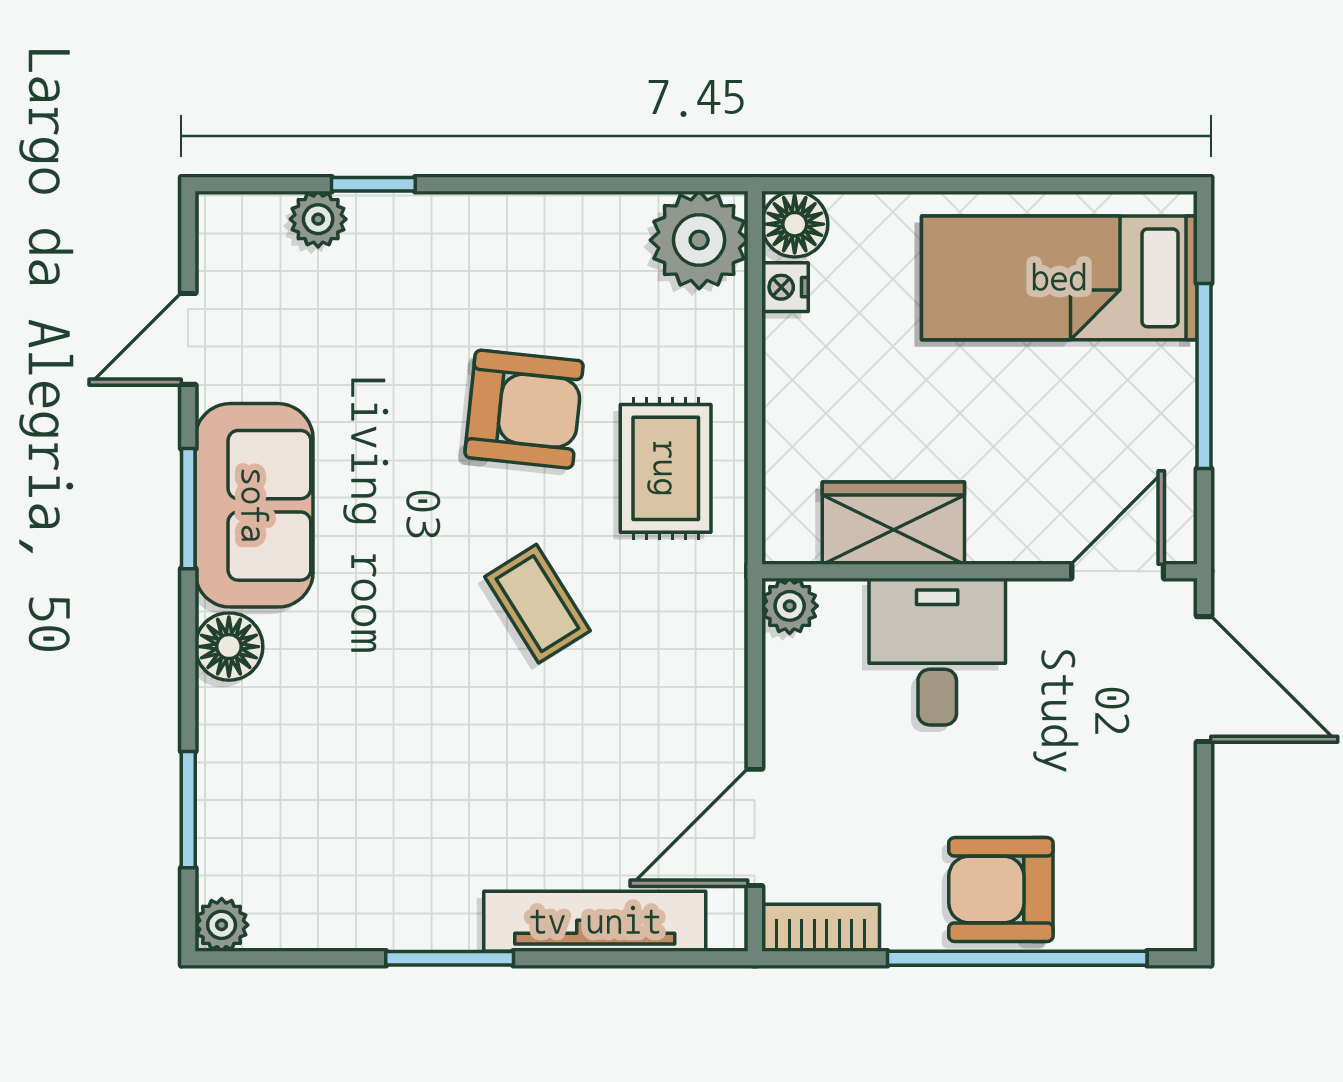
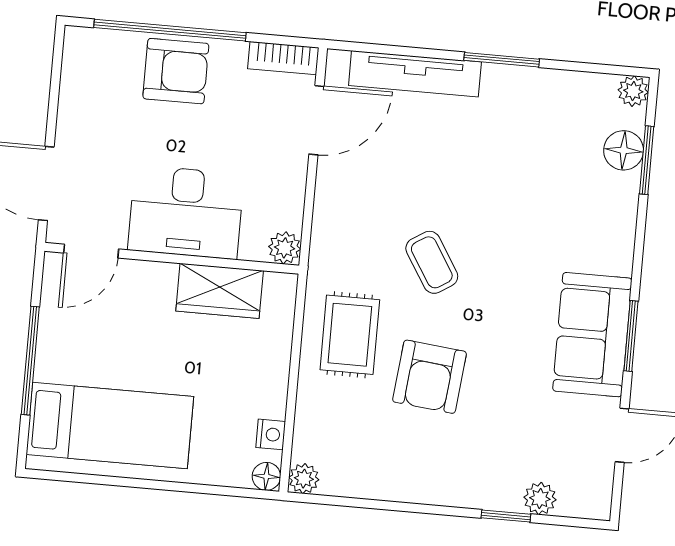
floor lamp: (795, 224) -> (266, 476), width x0.73, depth x0.73
plant: (699, 240) -> (304, 479), width x0.53, depth x0.53
armchair: (524, 409) -> (430, 377), turned -90
floor lamp: (229, 647) -> (624, 150), moved
desk: (937, 652) -> (186, 212), width x1.37

